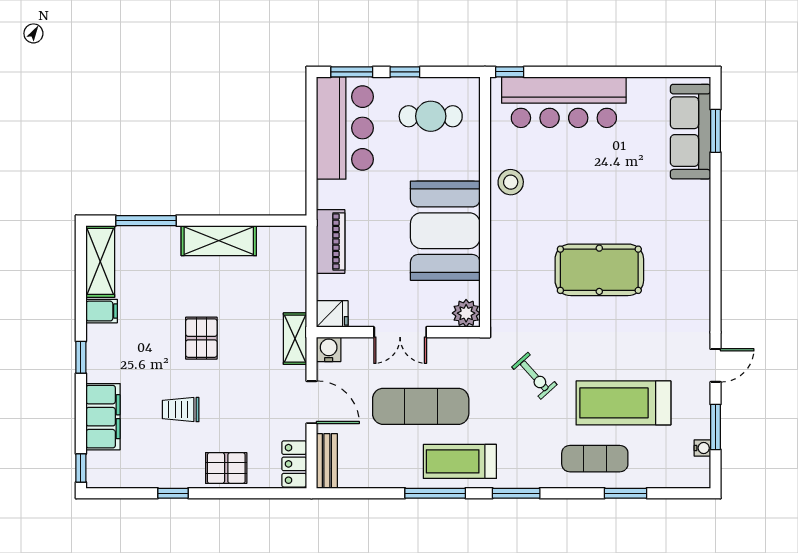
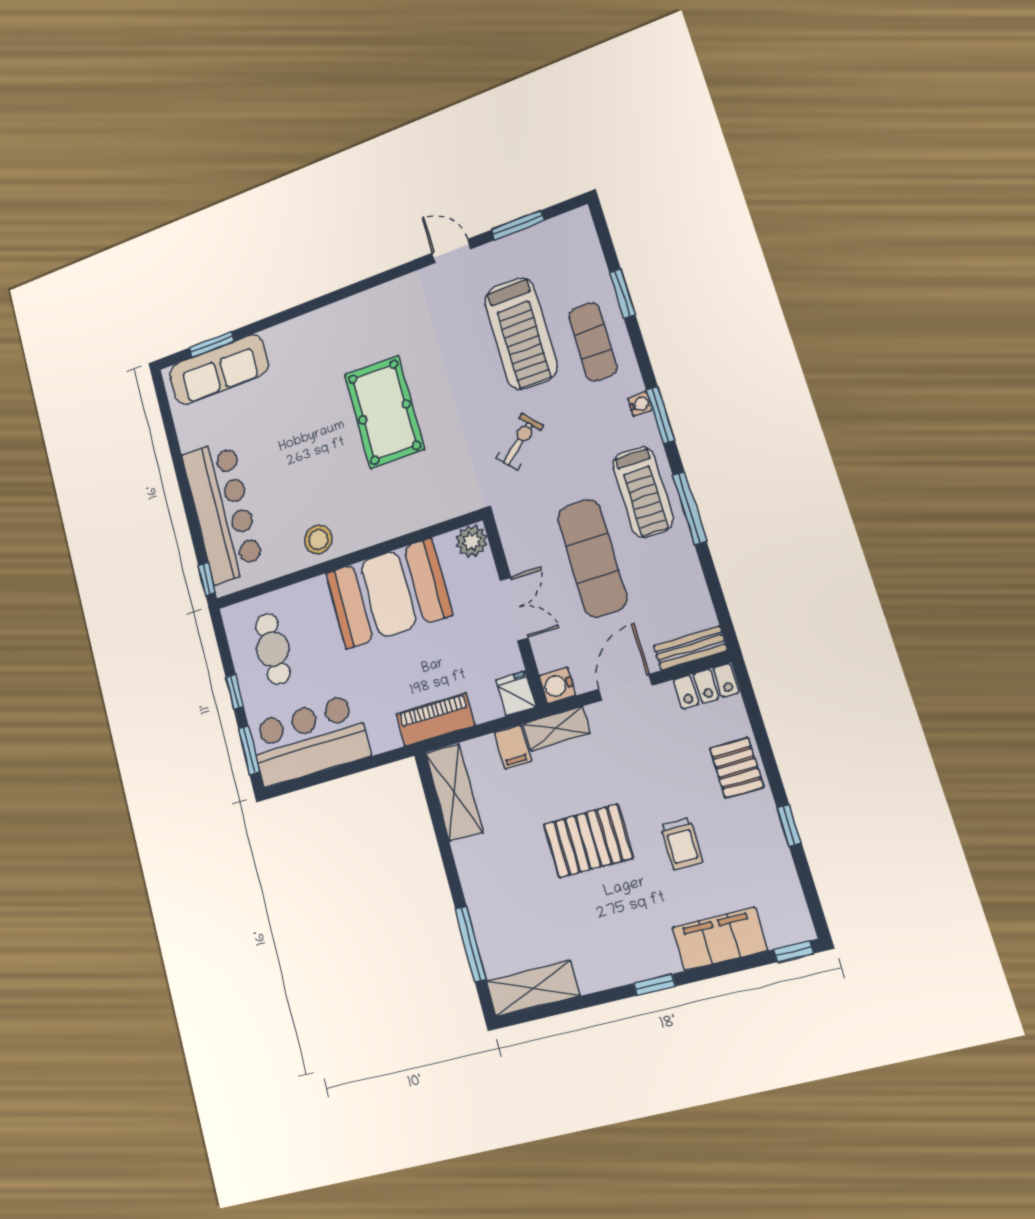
shelving: (219, 241) -> (454, 793), moved
filing cabinet: (102, 311) -> (513, 747), moved, turned 180
pallet: (201, 338) -> (588, 841), width x1.50, depth x1.42
water cooler: (702, 448) -> (640, 404), moved, turned 90

